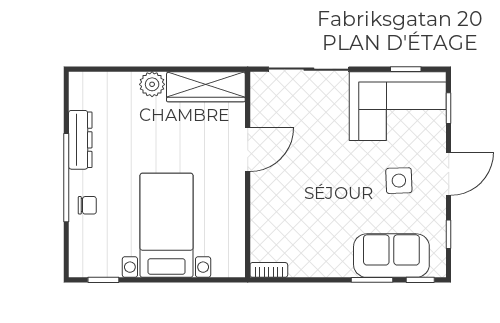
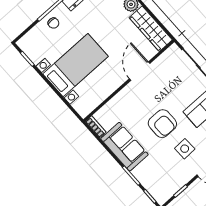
door: (248, 150) -> (140, 71), swing flipped
armchair: (341, 180) -> (162, 124), added
sofa: (391, 256) -> (124, 147), moved

